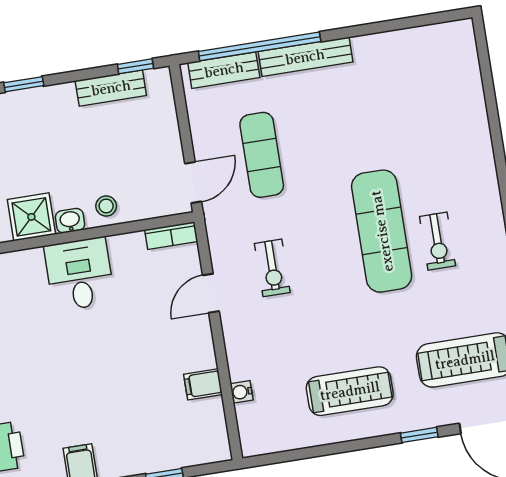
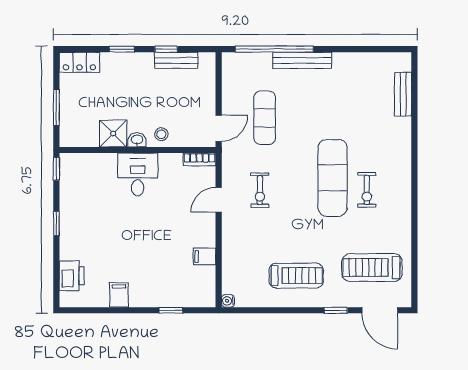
window: (135, 66) -> (166, 49), moved
bench: (224, 70) -> (403, 94), moved, turned 90
water cooler: (242, 392) -> (228, 301), moved

